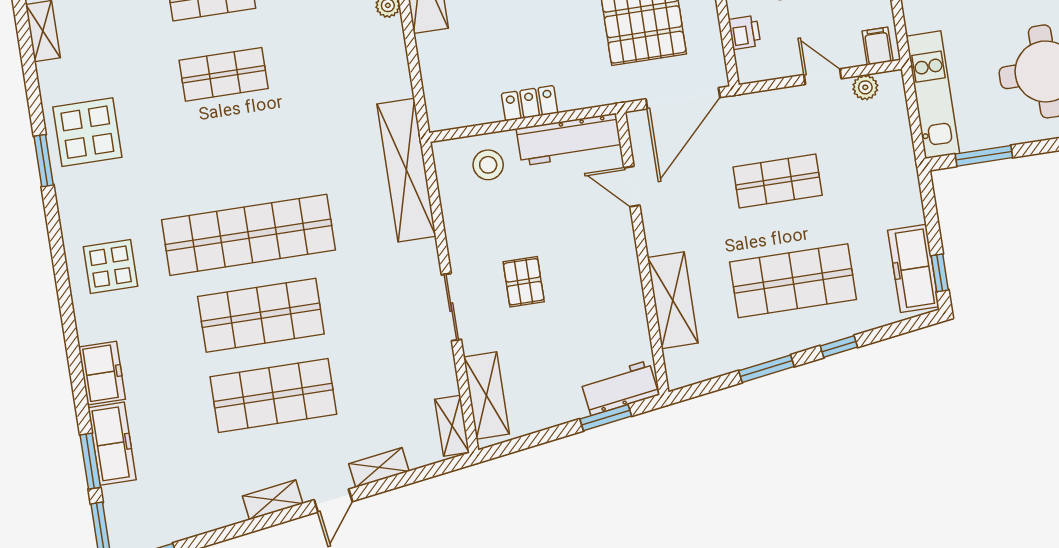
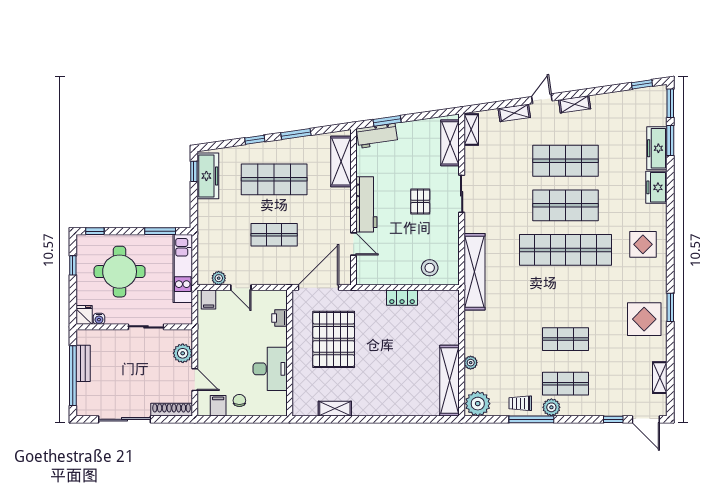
workbench: (569, 140) -> (366, 204), moved, turned 90
shelving: (673, 300) -> (341, 161), moved

